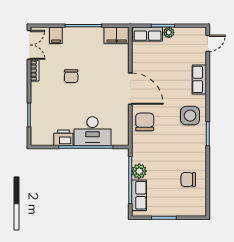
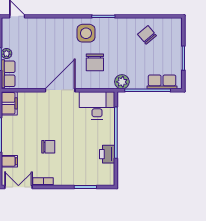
row of seats: (199, 79) -> (51, 24), removed
chair: (145, 122) -> (95, 62), moved, turned -90
desk: (92, 131) -> (97, 105), moved, turned -90
plant: (139, 171) -> (122, 82), moved
chair: (188, 179) -> (147, 35), turned 140

